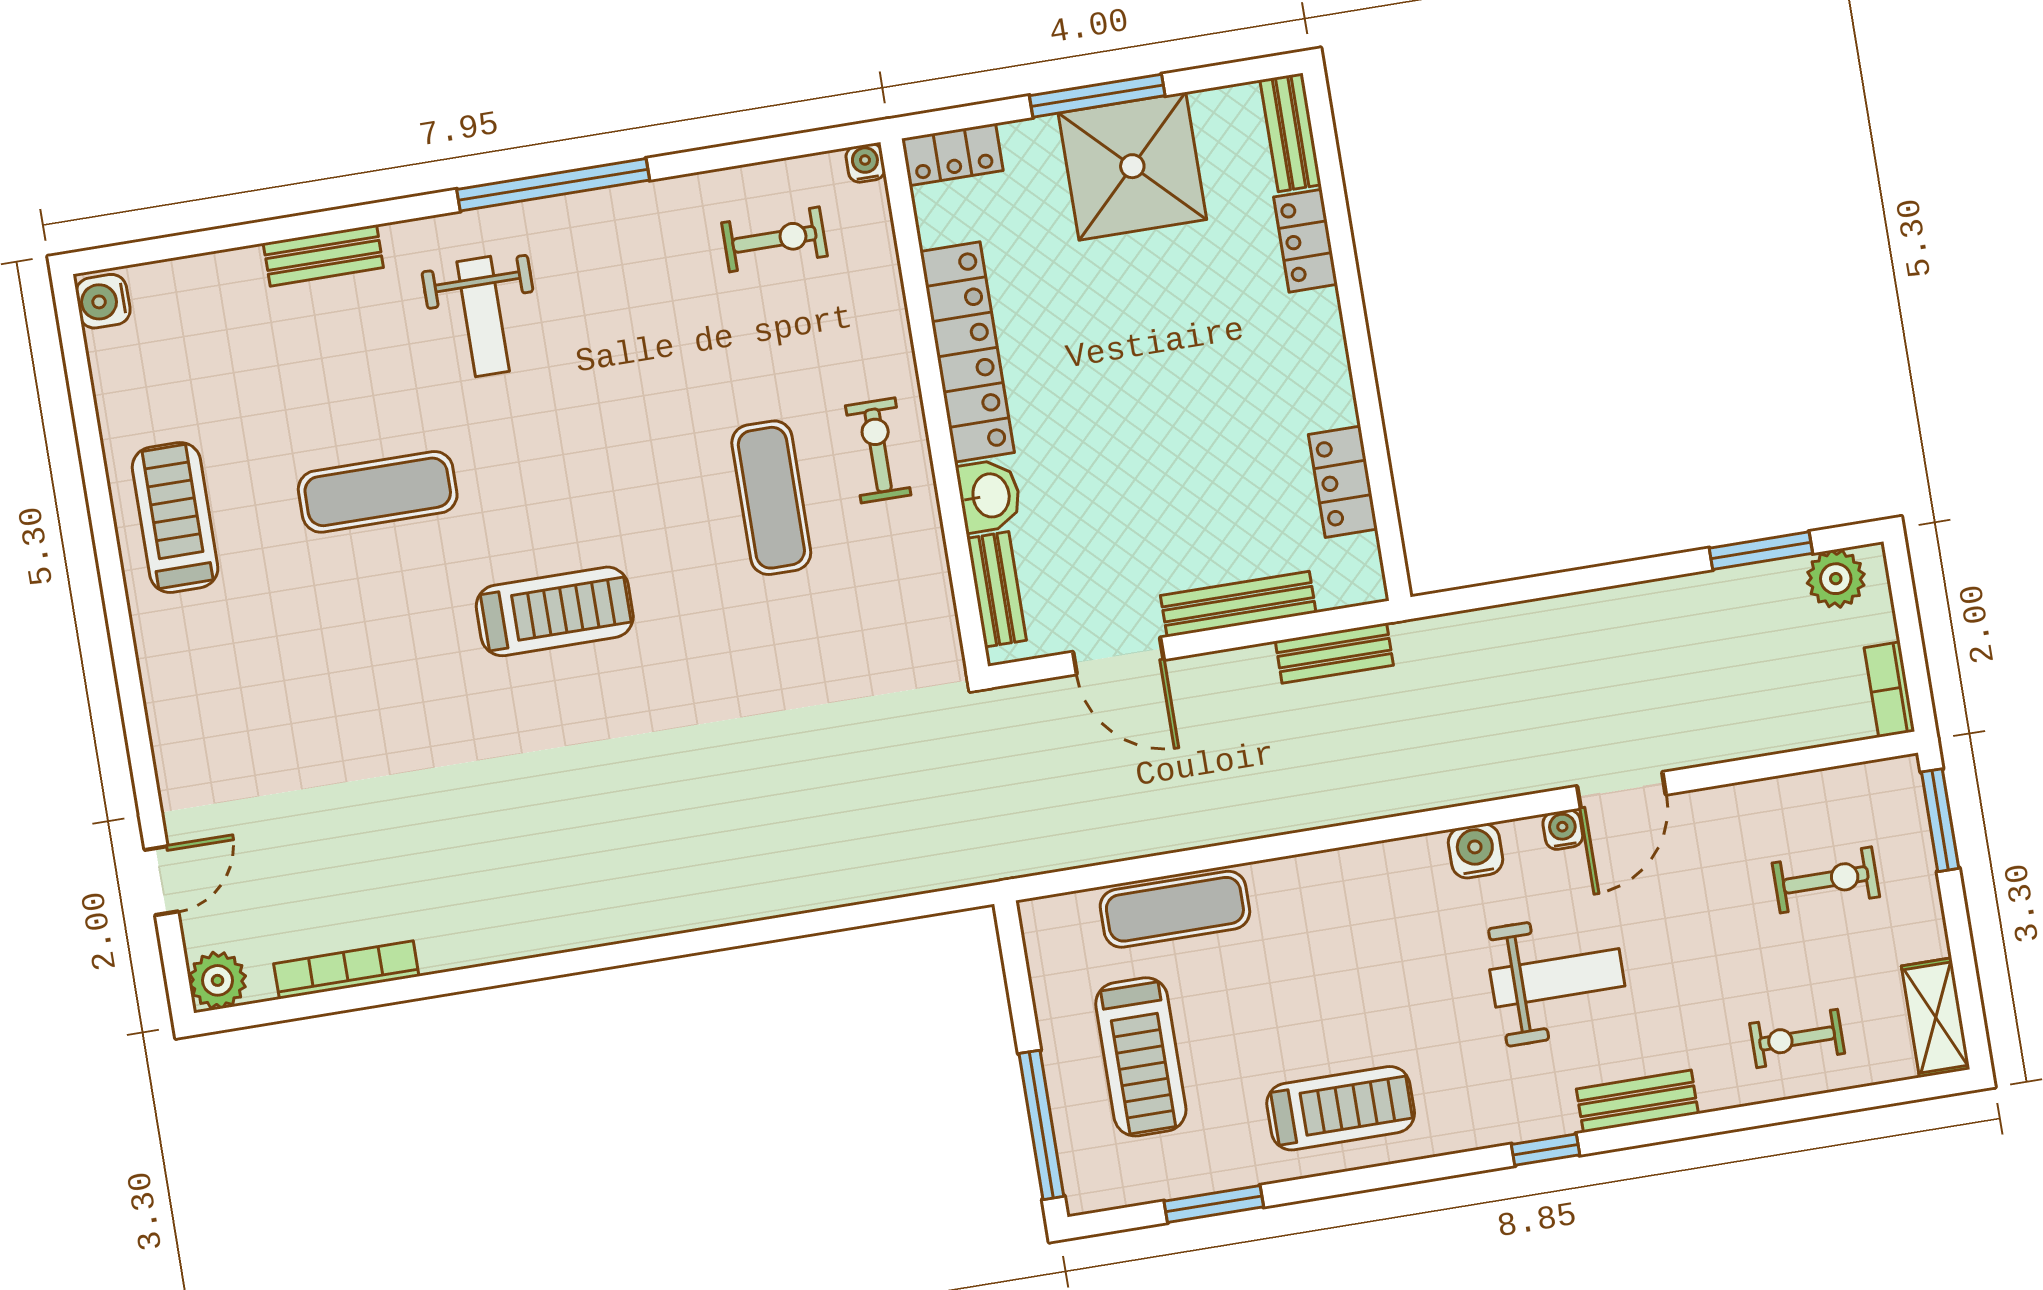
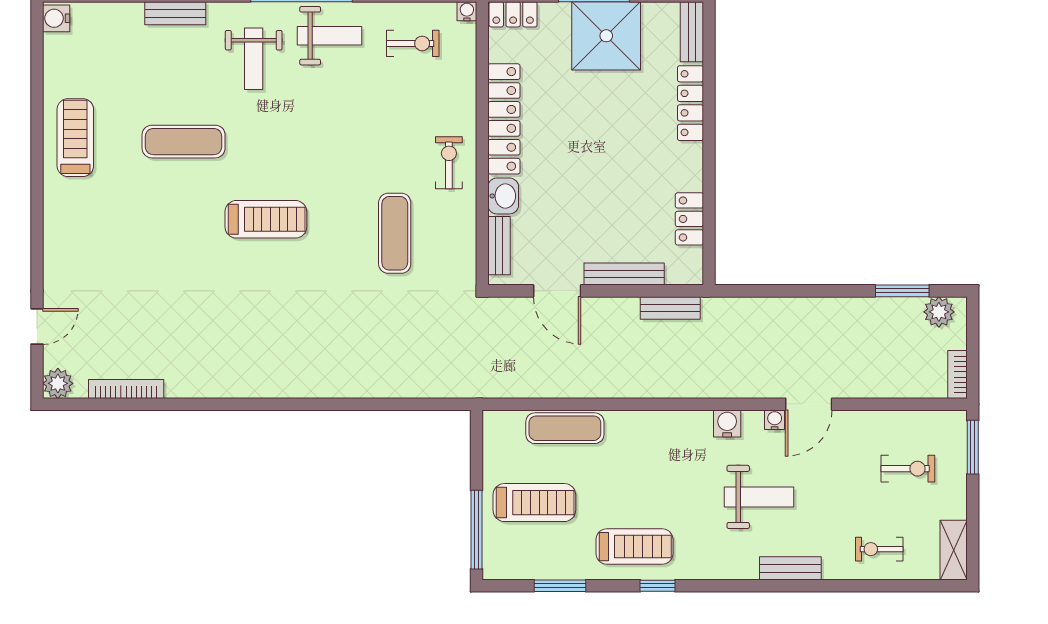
locker: (1306, 241) -> (690, 103), width x1.53
weight bench: (617, 250) -> (329, 36), added
exercise mat: (771, 498) -> (395, 233), moved
treadmill: (1141, 1057) -> (534, 503), turned -90
window: (1546, 1150) -> (658, 586), moved

